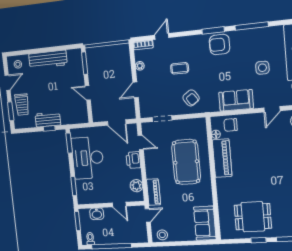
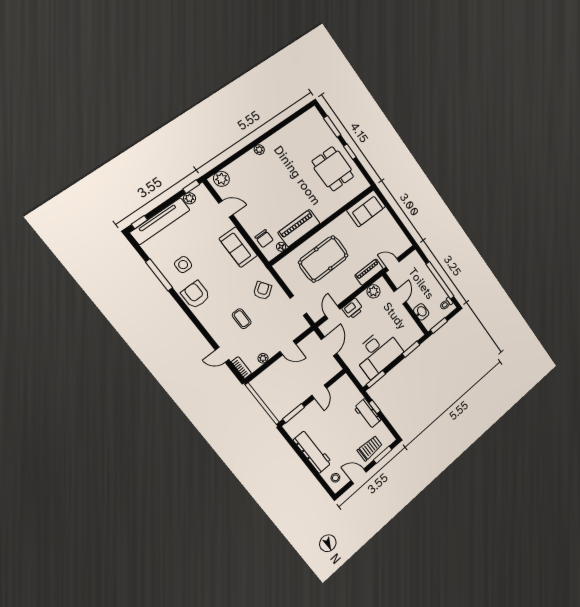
window: (213, 30) -> (186, 309), removed
armchair: (220, 44) -> (196, 295), turned 180
side table: (262, 68) -> (183, 265), moved
stool: (162, 235) -> (401, 240), removed

